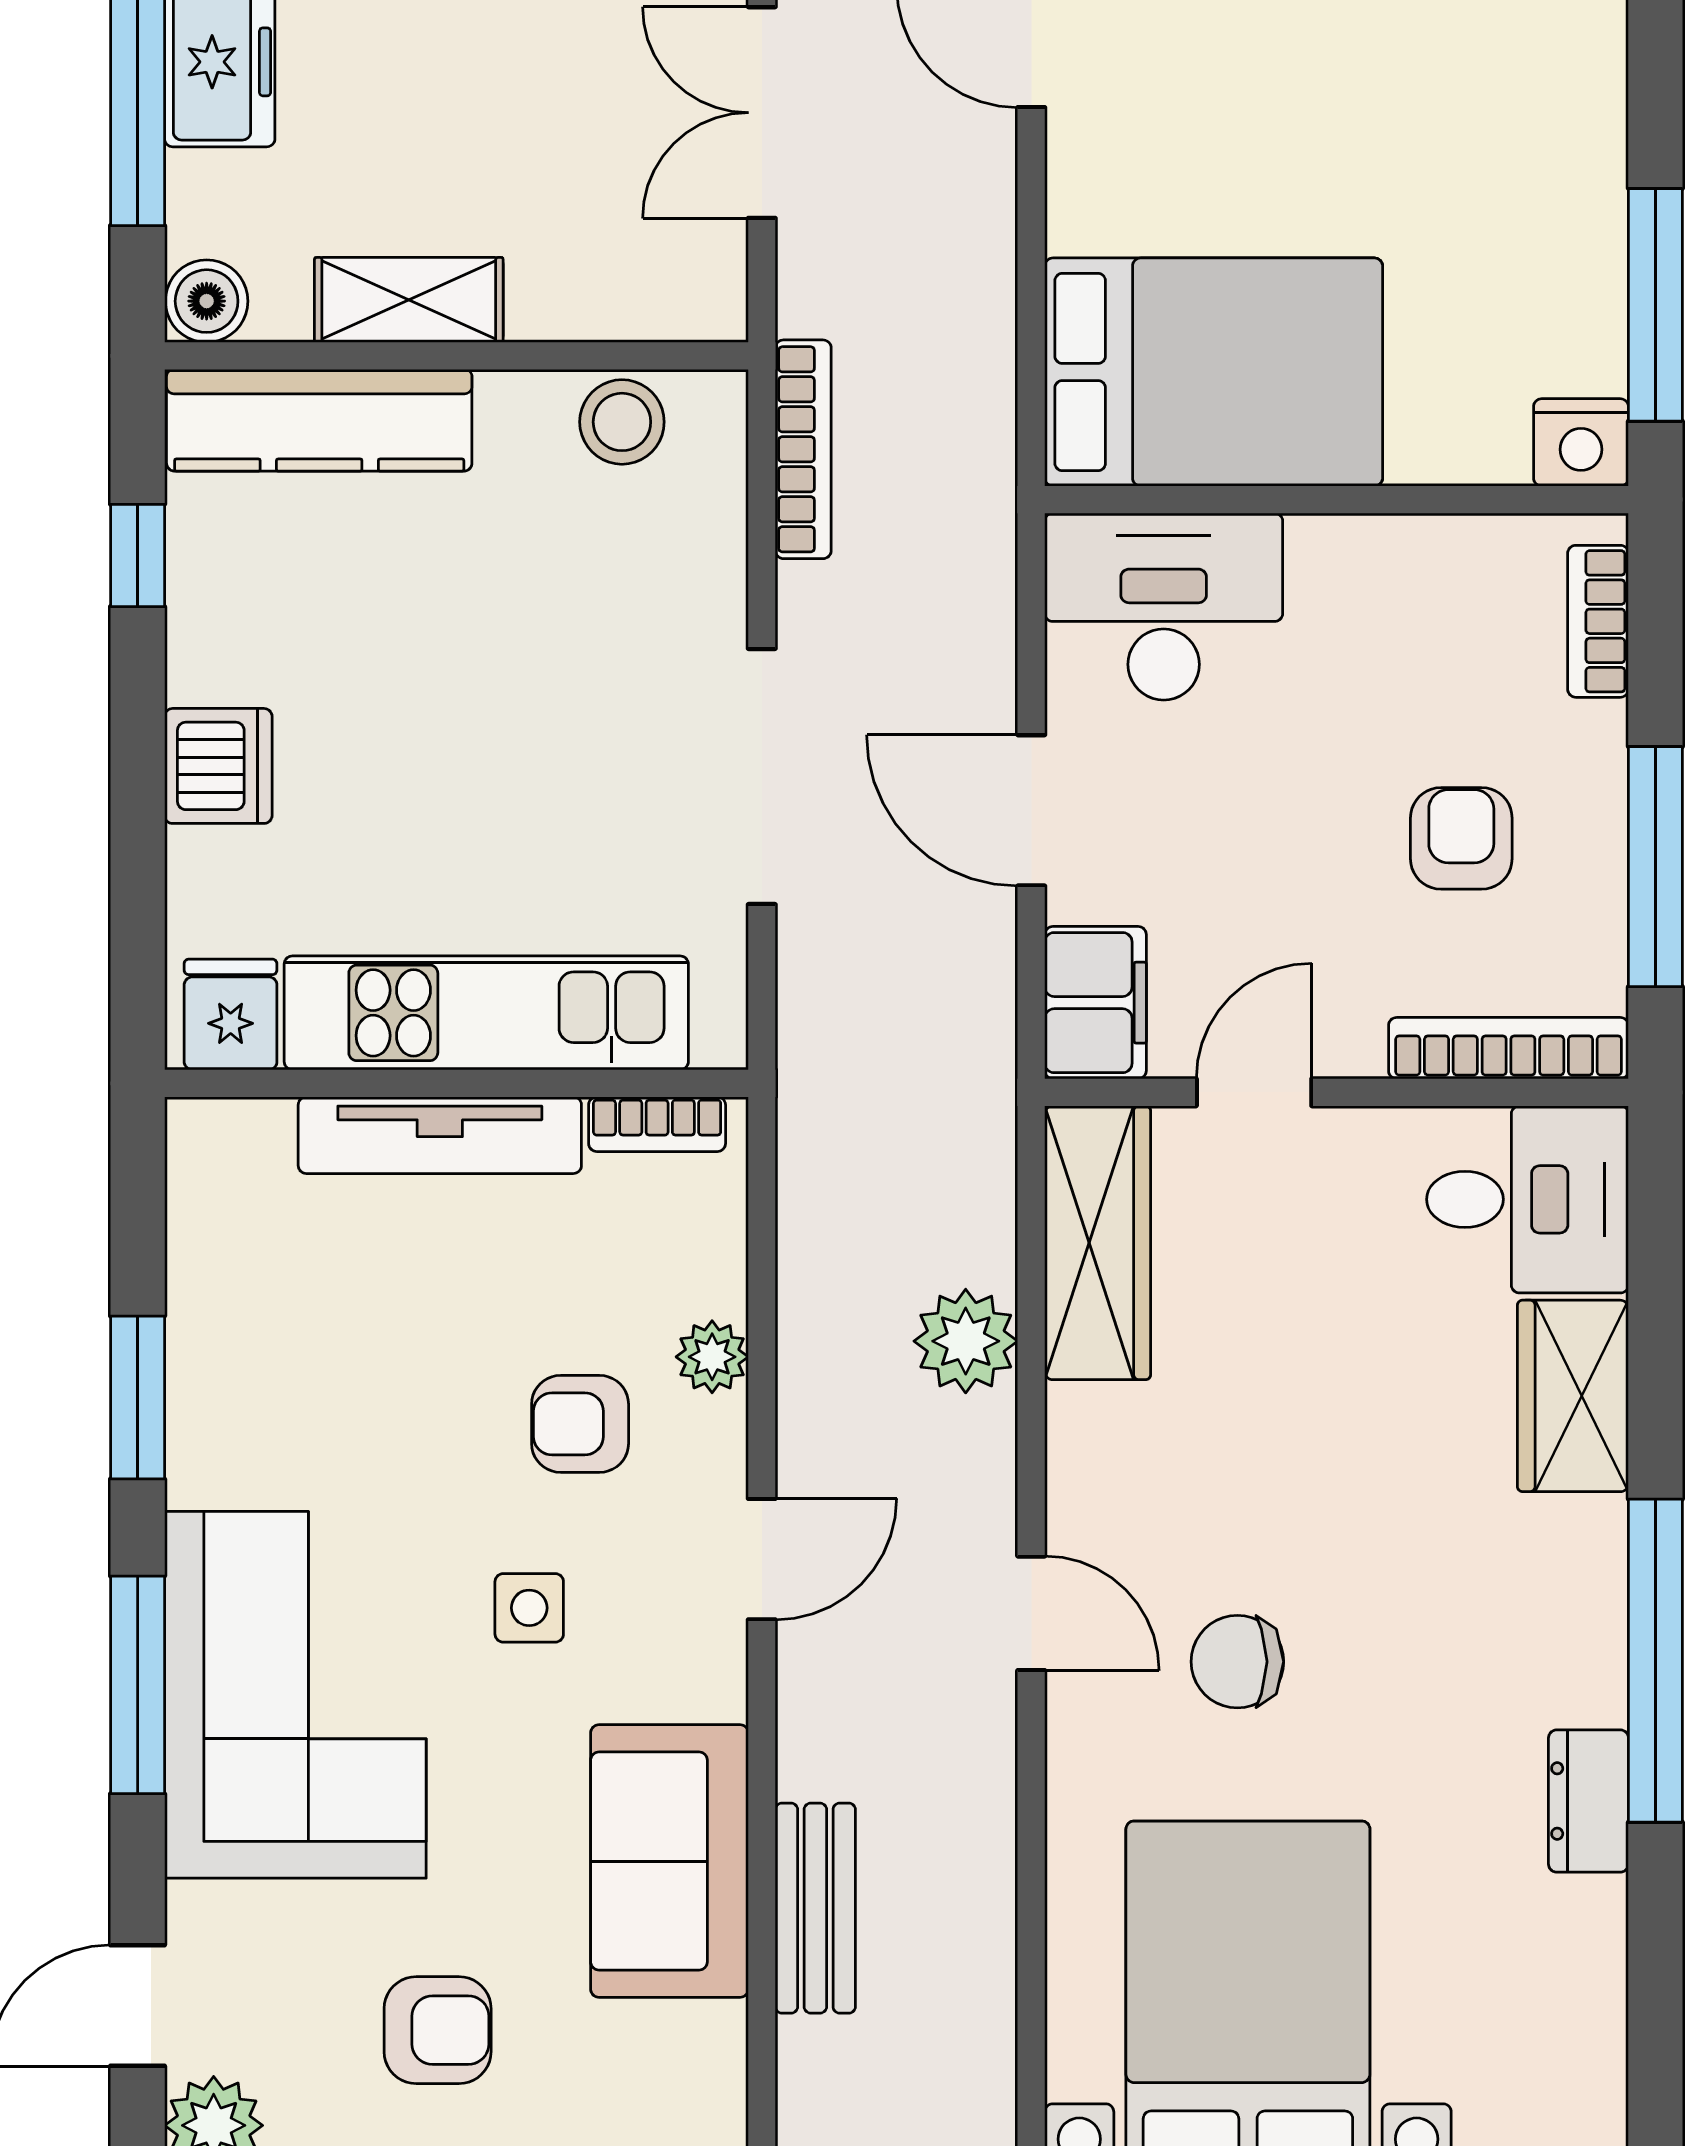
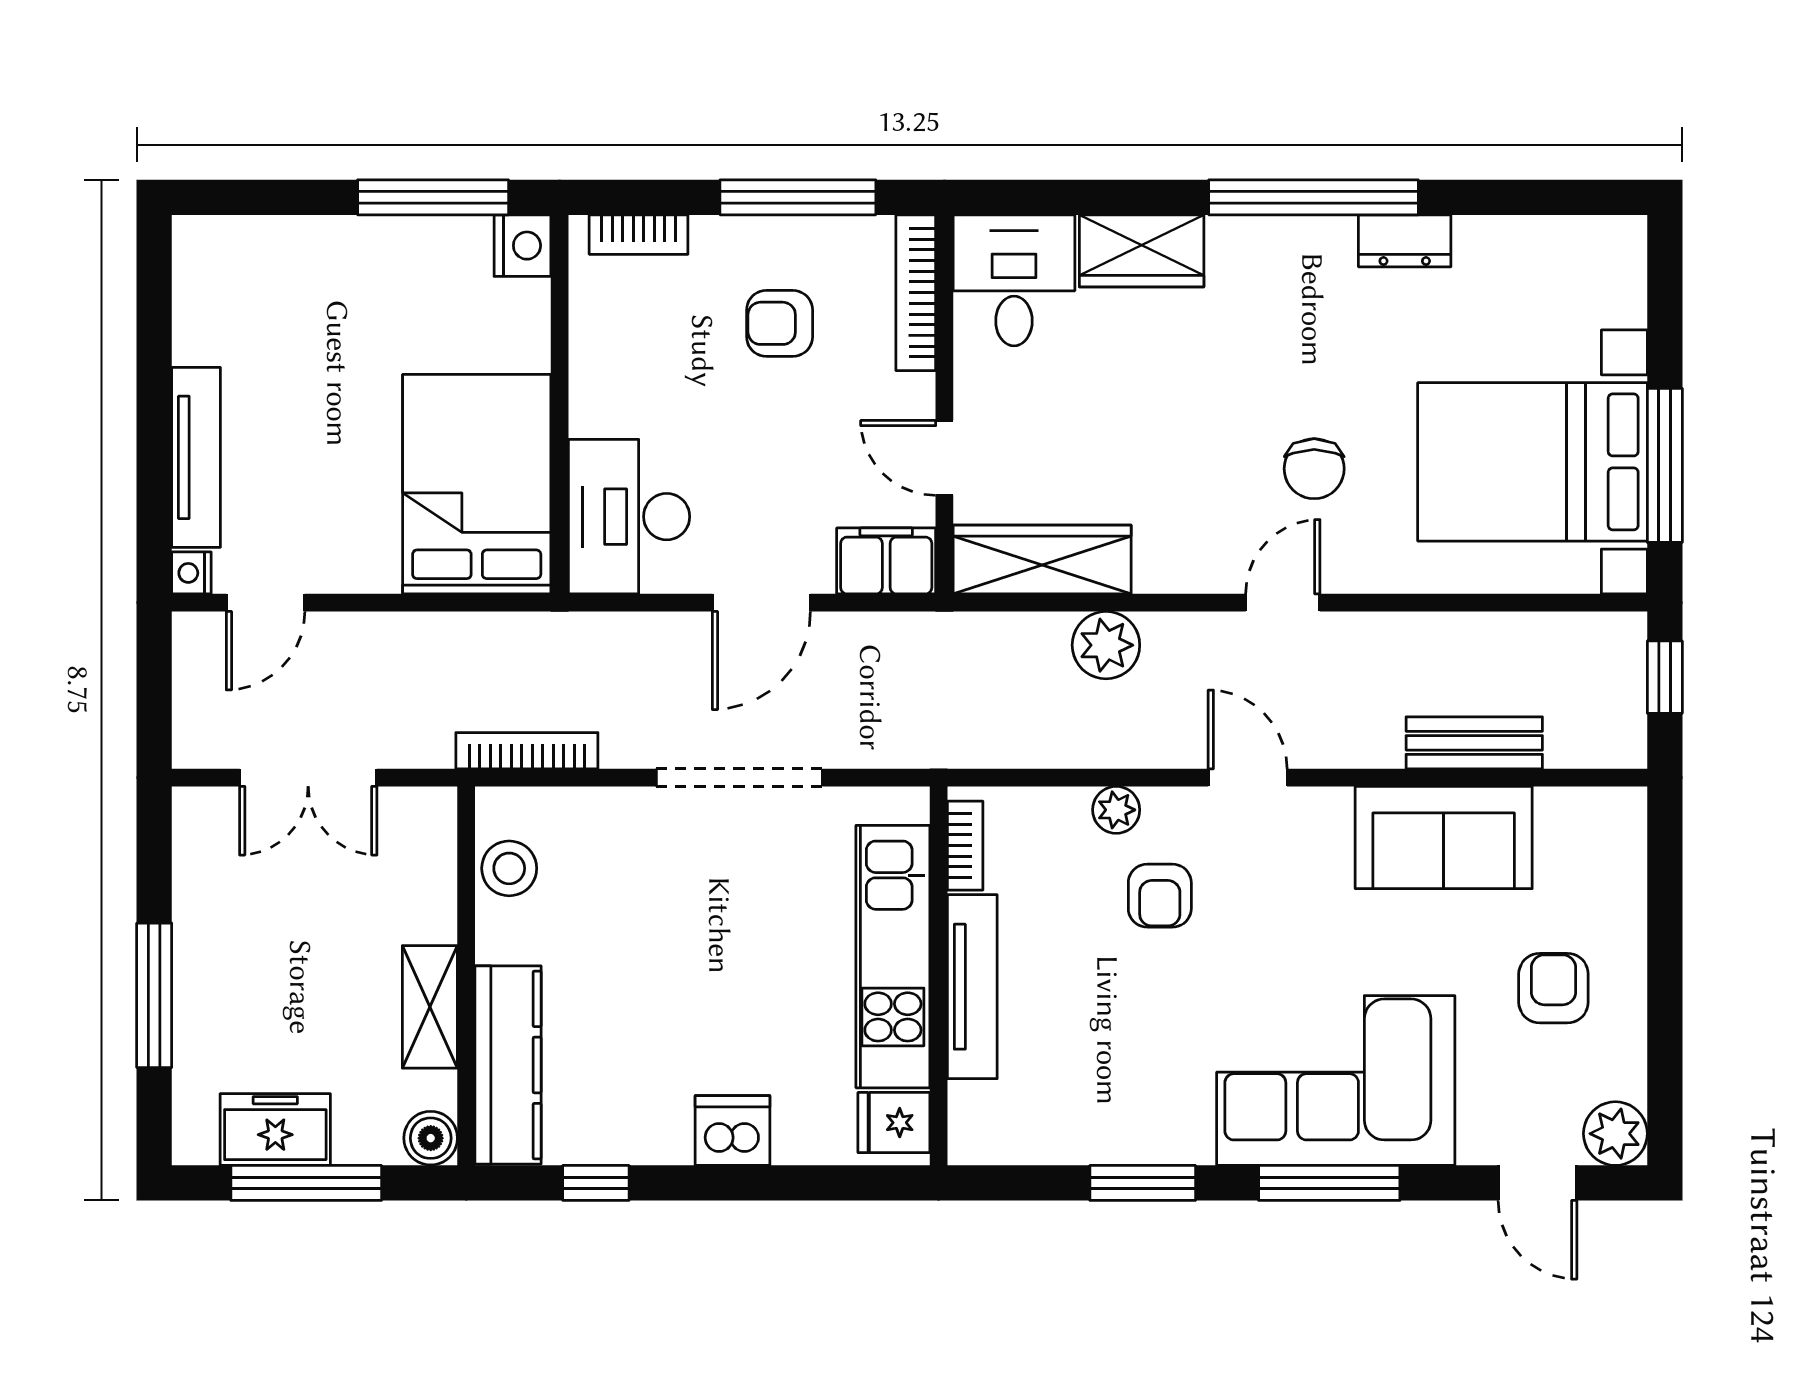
side table: (529, 1608) -> (1279, 929), removed

